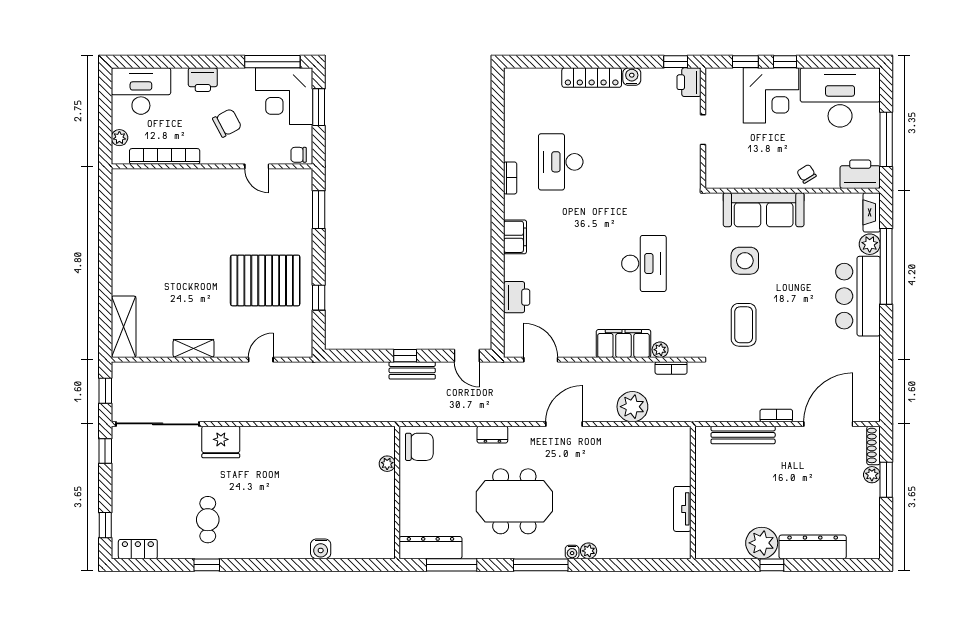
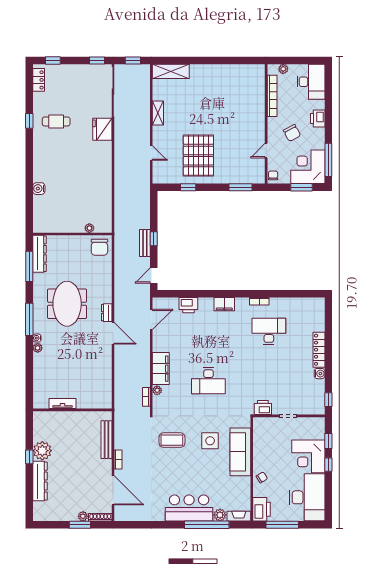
printer: (689, 82) -> (263, 408), moved
plant: (632, 407) -> (123, 374), removed
dresser: (492, 435) -> (107, 313), moved

